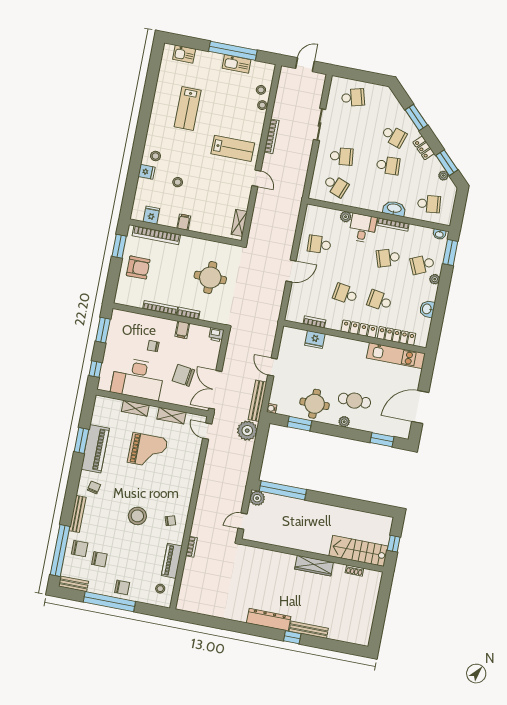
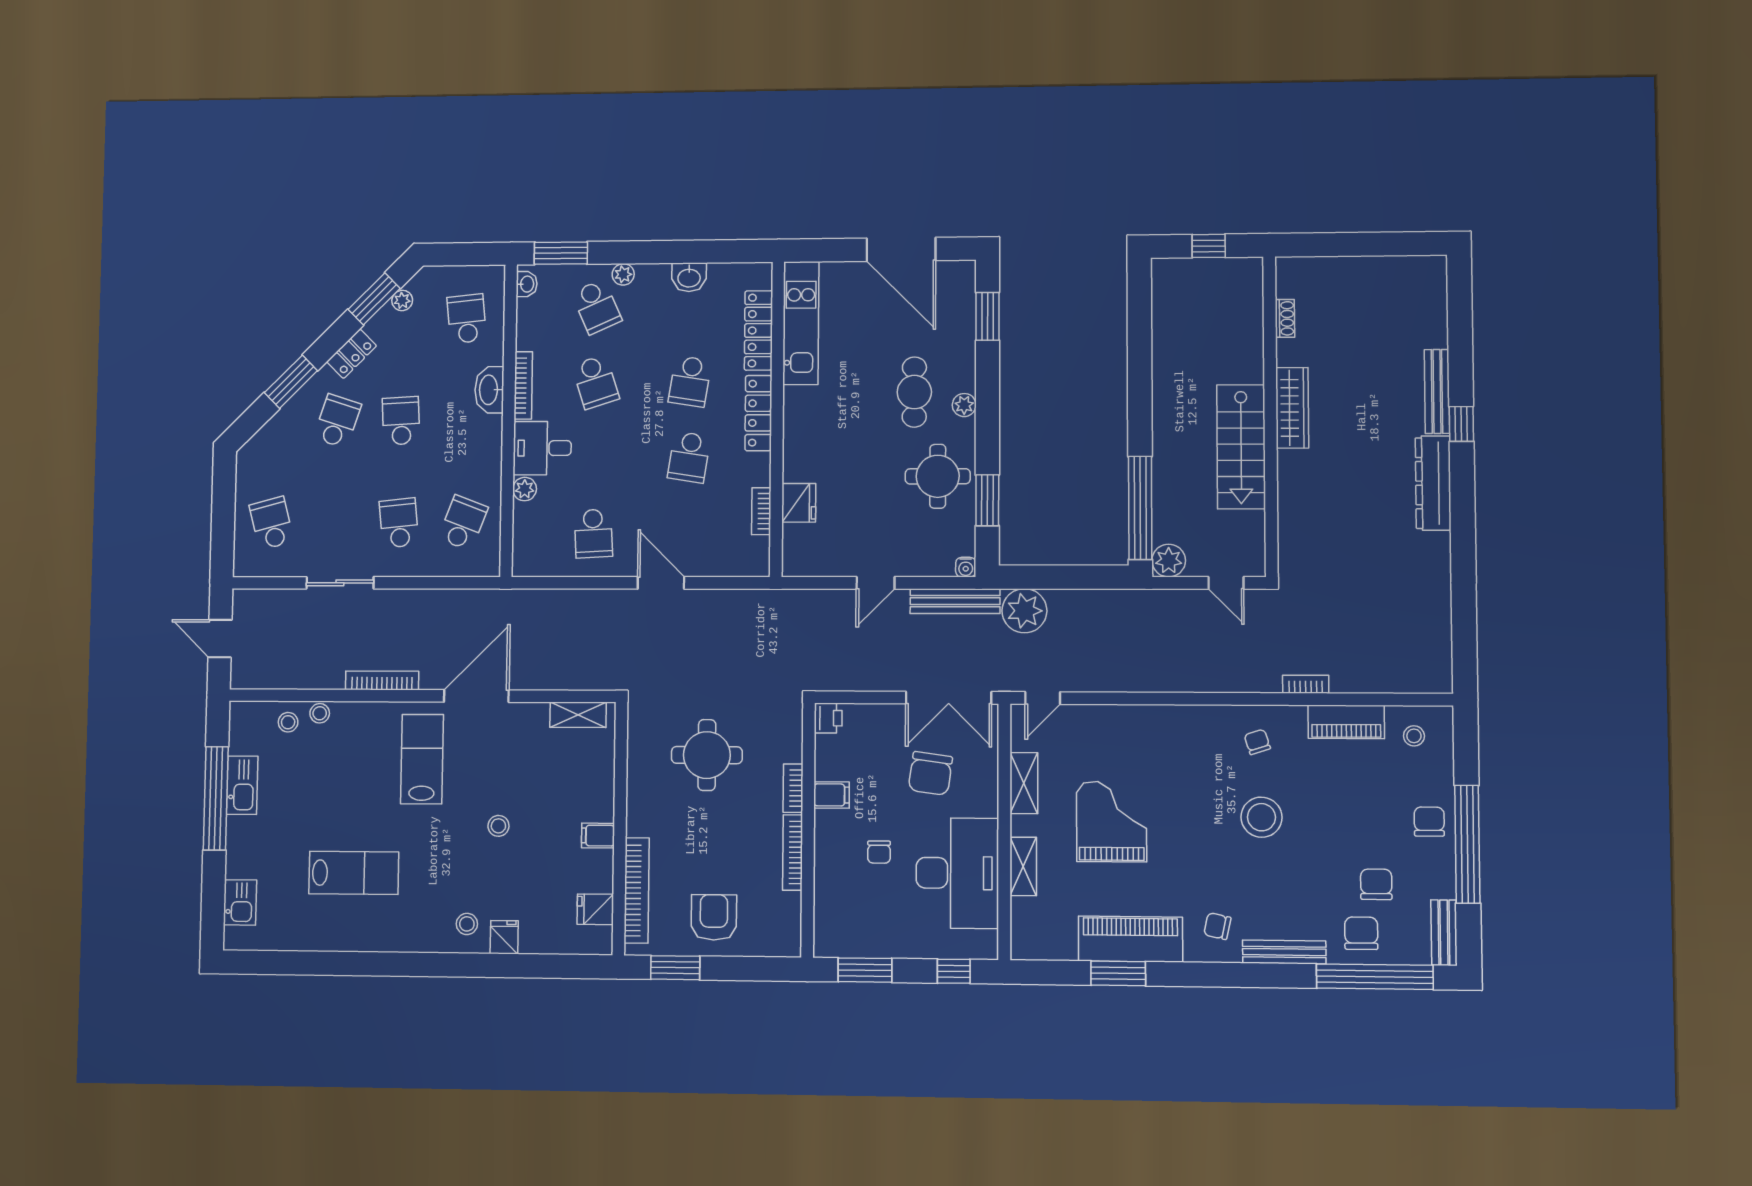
door: (256, 178) -> (476, 696), width x1.88
stool: (178, 182) -> (498, 826), moved
stairs: (358, 551) -> (1241, 447), moved

